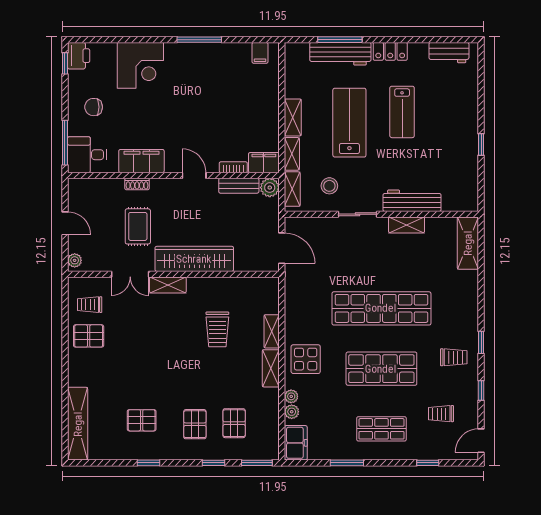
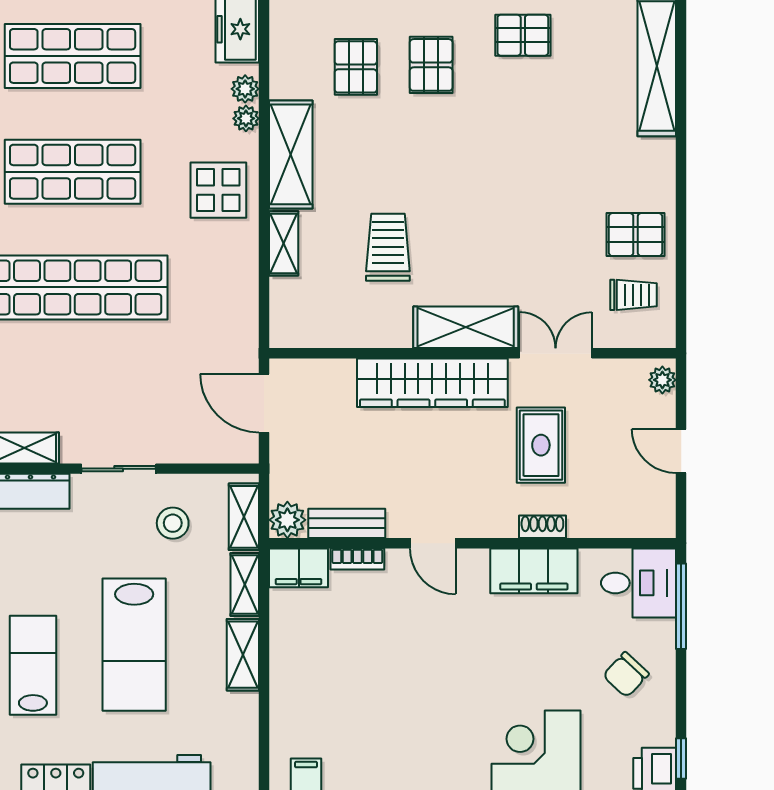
chair: (94, 107) -> (626, 675), turned 133
shelving: (168, 285) -> (466, 327), width x1.50, depth x1.33
shelving: (271, 368) -> (291, 154), width x1.50, depth x1.33
pallet: (142, 420) -> (523, 35), moved
shop shelf: (381, 429) -> (73, 56), width x1.43, depth x1.36

